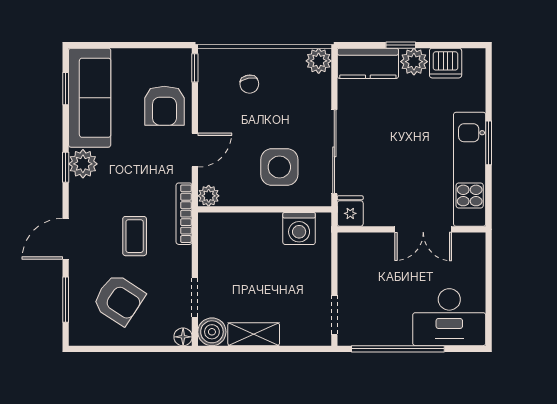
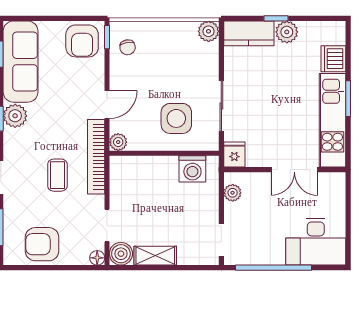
dishwasher: (446, 63) -> (333, 59), moved, turned 90
chair: (249, 84) -> (128, 47), moved
armchair: (164, 106) -> (82, 41), moved
sliding door: (334, 152) -> (221, 106), width x0.73
bookcase: (184, 214) -> (96, 157), width x1.48, depth x1.31
plant: (348, 258) -> (233, 193), added
armchair: (119, 300) -> (42, 244), moved, turned 147

